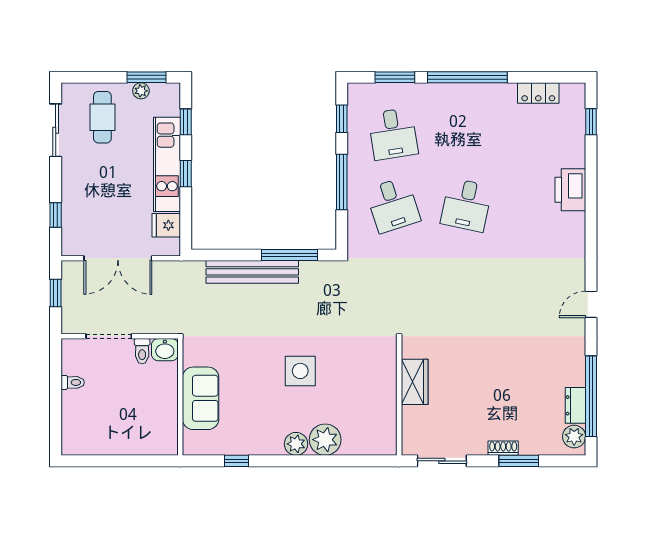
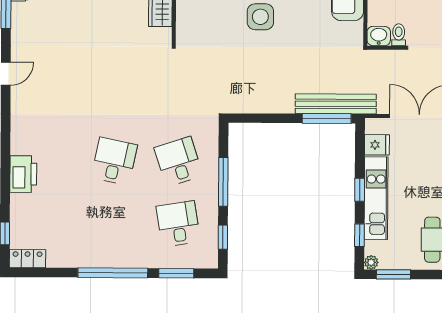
plant: (141, 91) -> (371, 262), moved
locker: (538, 93) -> (28, 259), moved
window: (290, 255) -> (327, 119), moved
bench: (252, 272) -> (336, 104), moved

